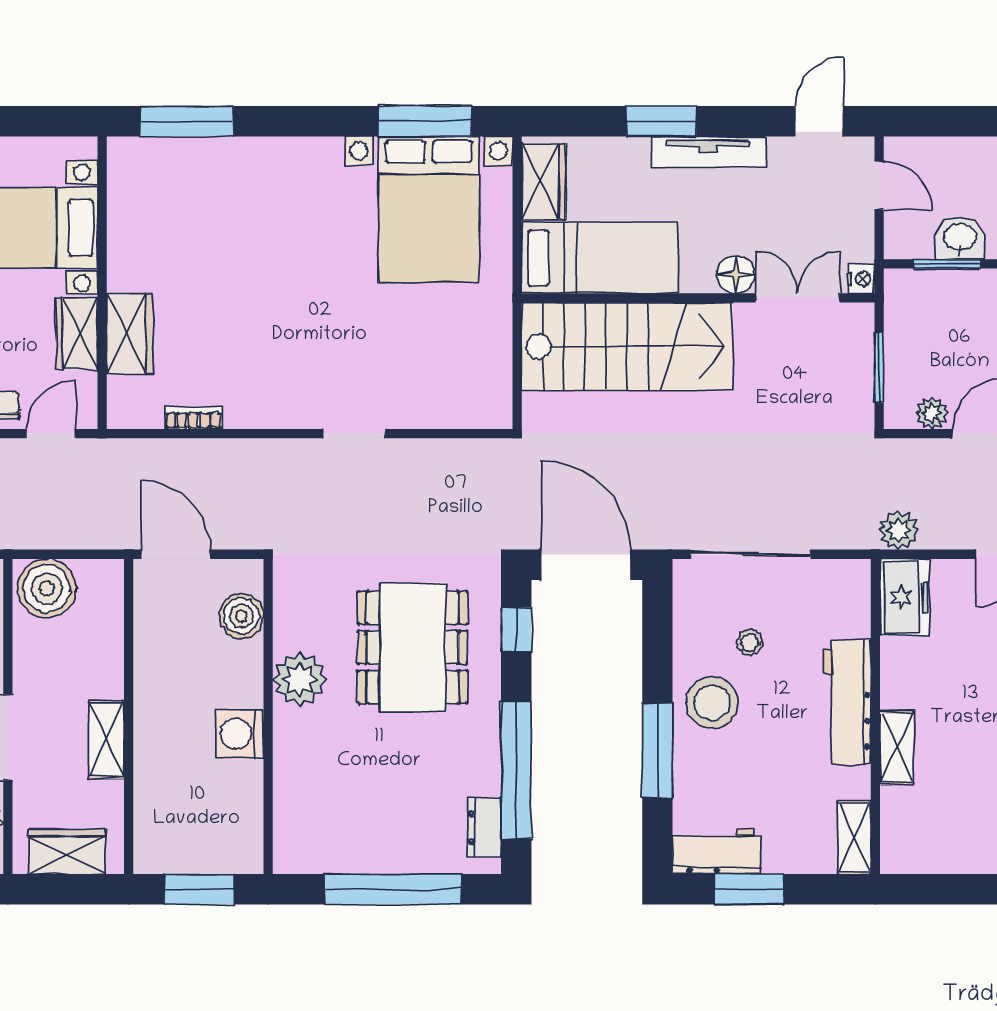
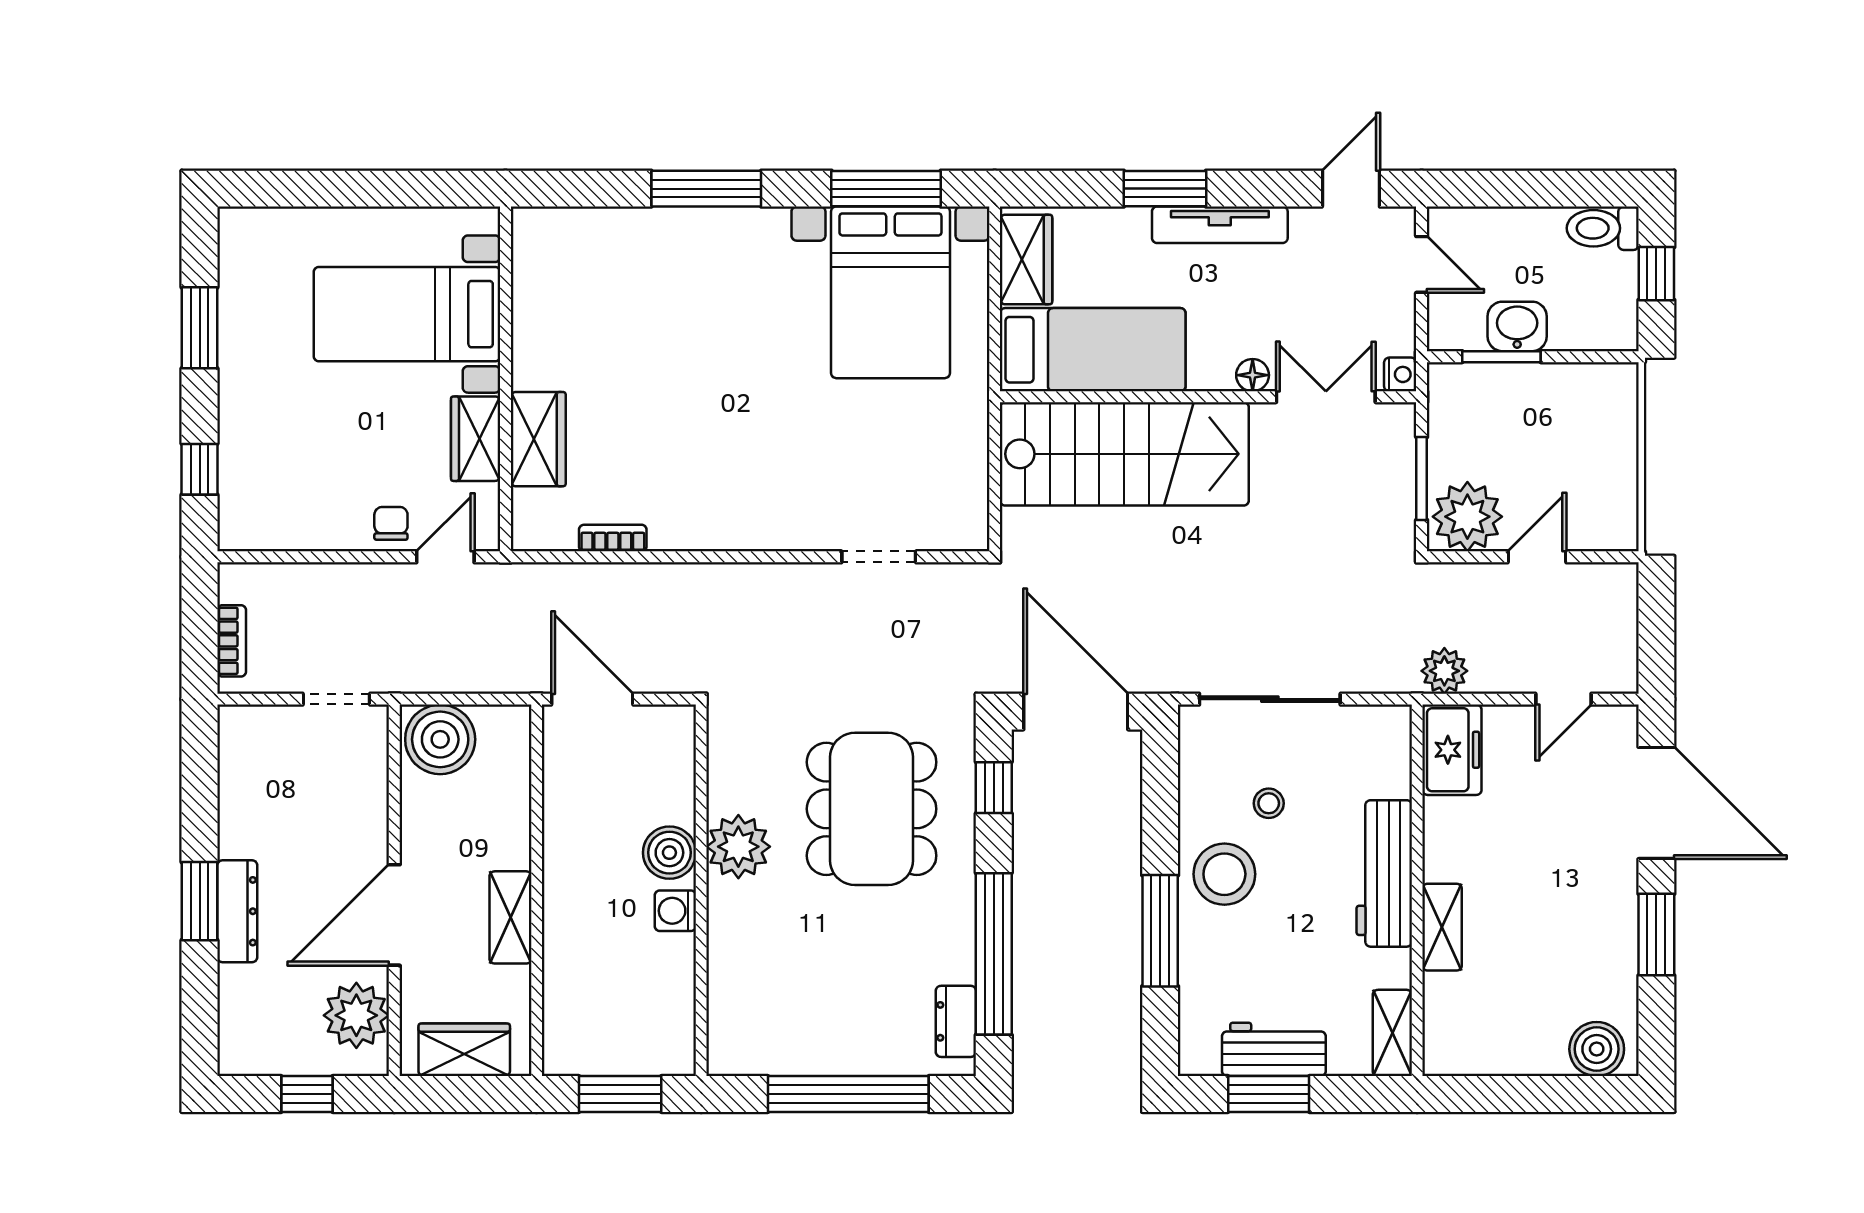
window: (187, 121) -> (706, 189), moved
floor lamp: (736, 274) -> (1253, 375), width x0.73, depth x0.73
plant: (932, 413) -> (1467, 517), width x1.88, depth x1.88
doorway: (354, 434) -> (879, 557), moved
boiler: (241, 616) -> (669, 853), moved
washing machine: (240, 734) -> (675, 911), width x0.73, depth x0.73
workbench: (716, 851) -> (1274, 1049), moved

